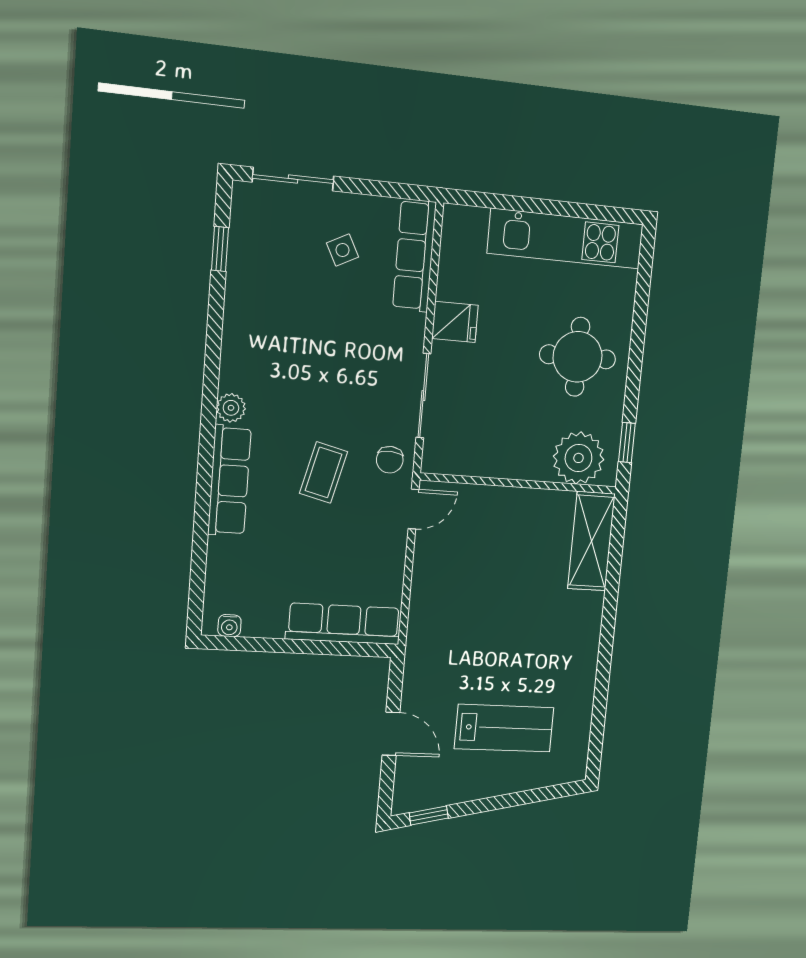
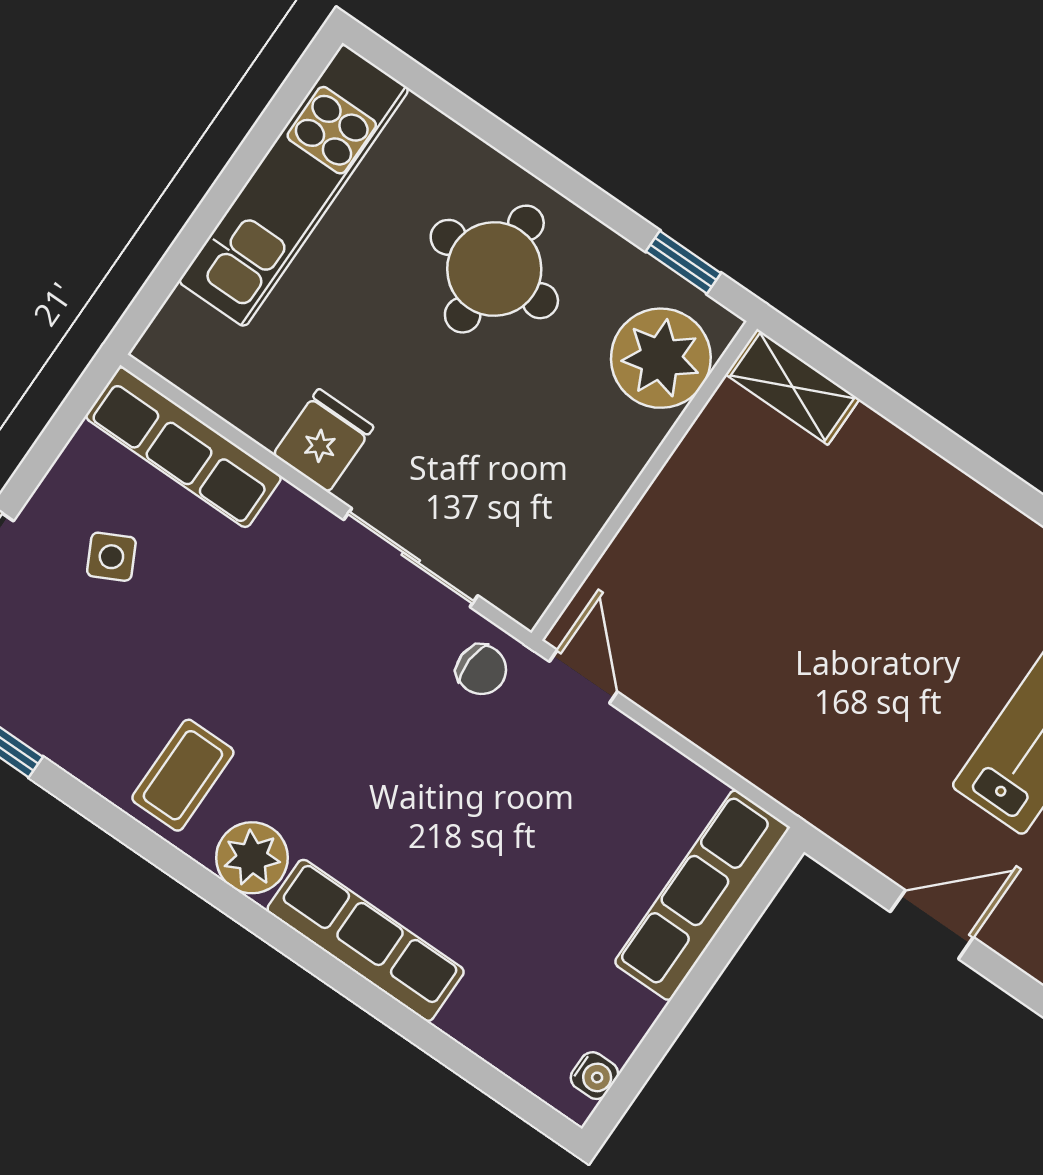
plant: (231, 408) -> (252, 858), width x1.38, depth x1.38
coffee table: (324, 472) -> (183, 775), moved, turned 76
shelving: (591, 541) -> (792, 387), width x0.67, depth x0.75

